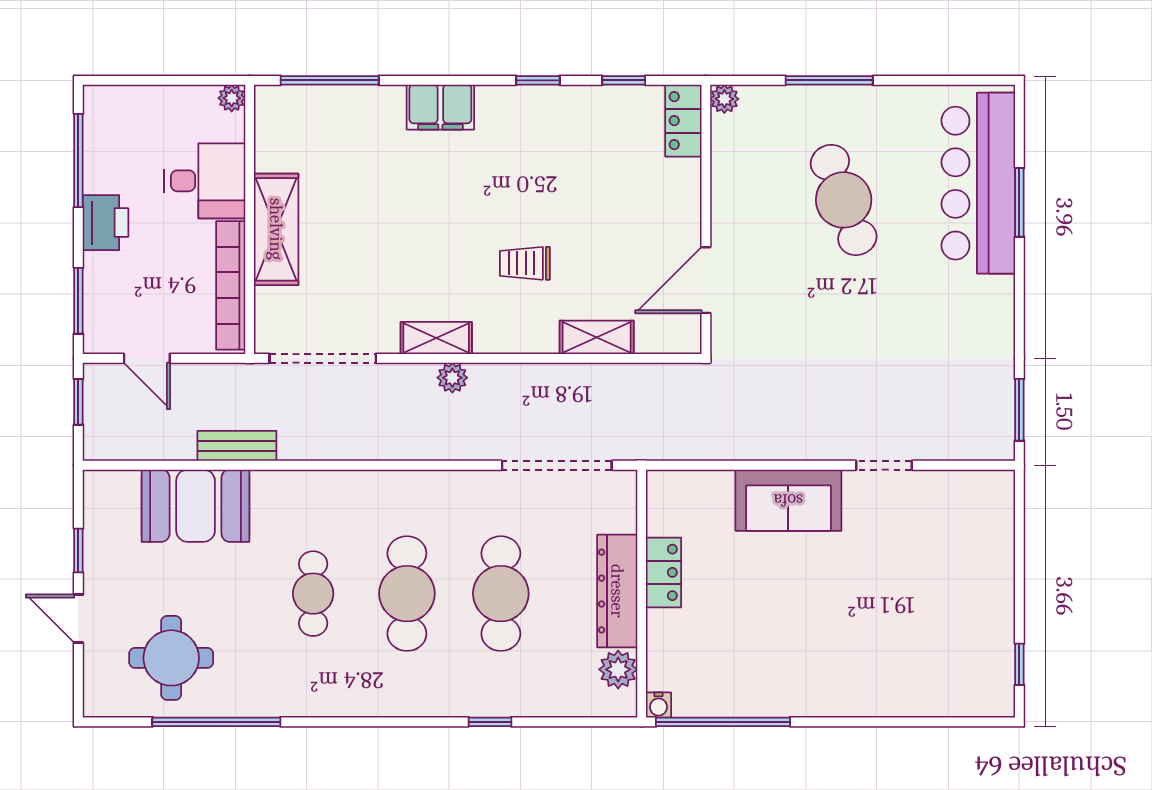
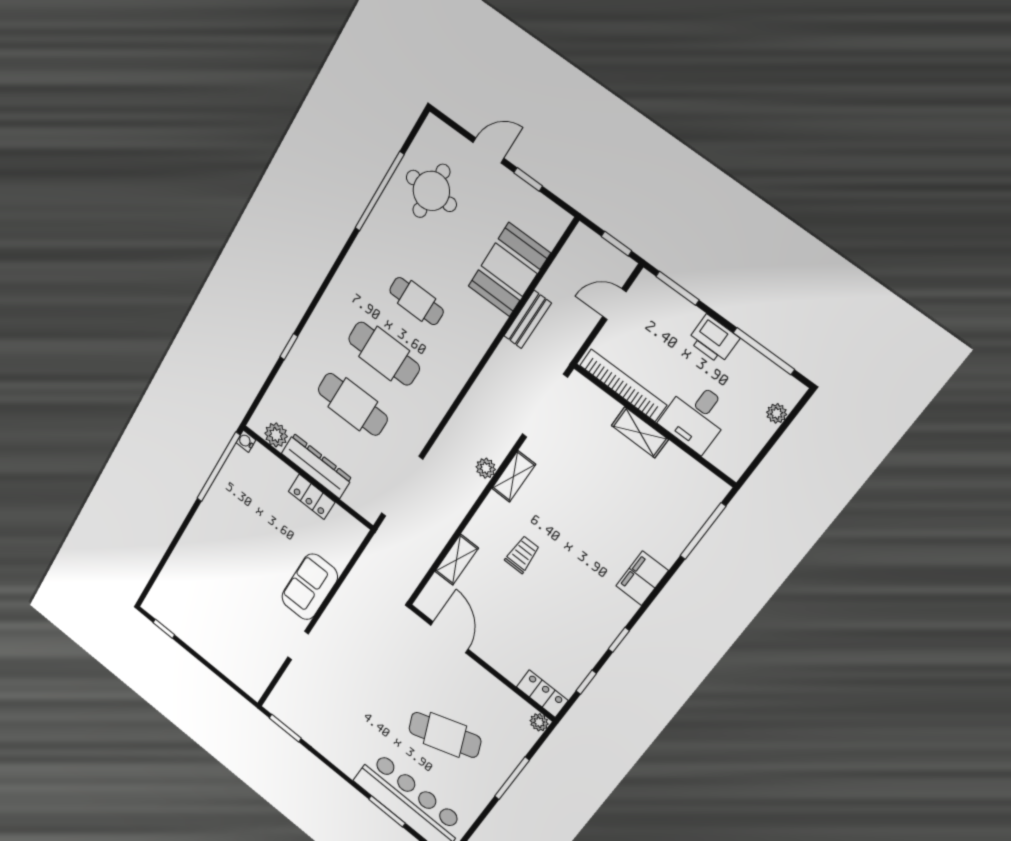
plant: (232, 98) -> (777, 413), moved
shelving: (276, 229) -> (640, 432), width x0.67, depth x0.75

